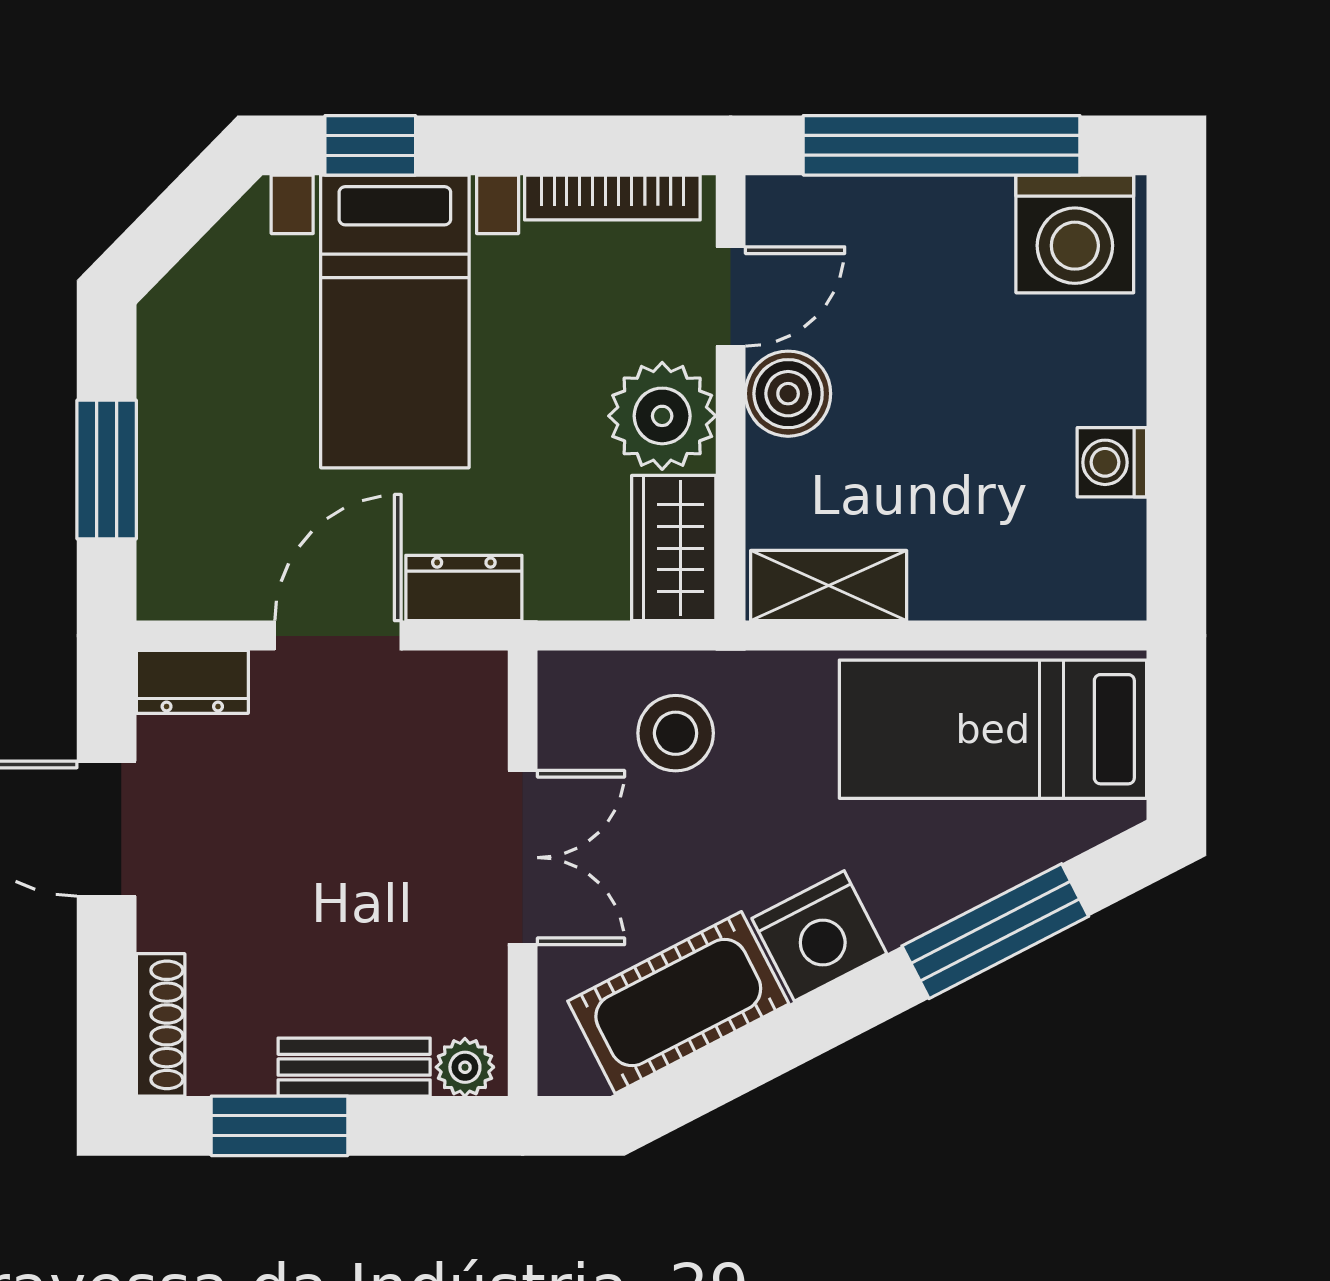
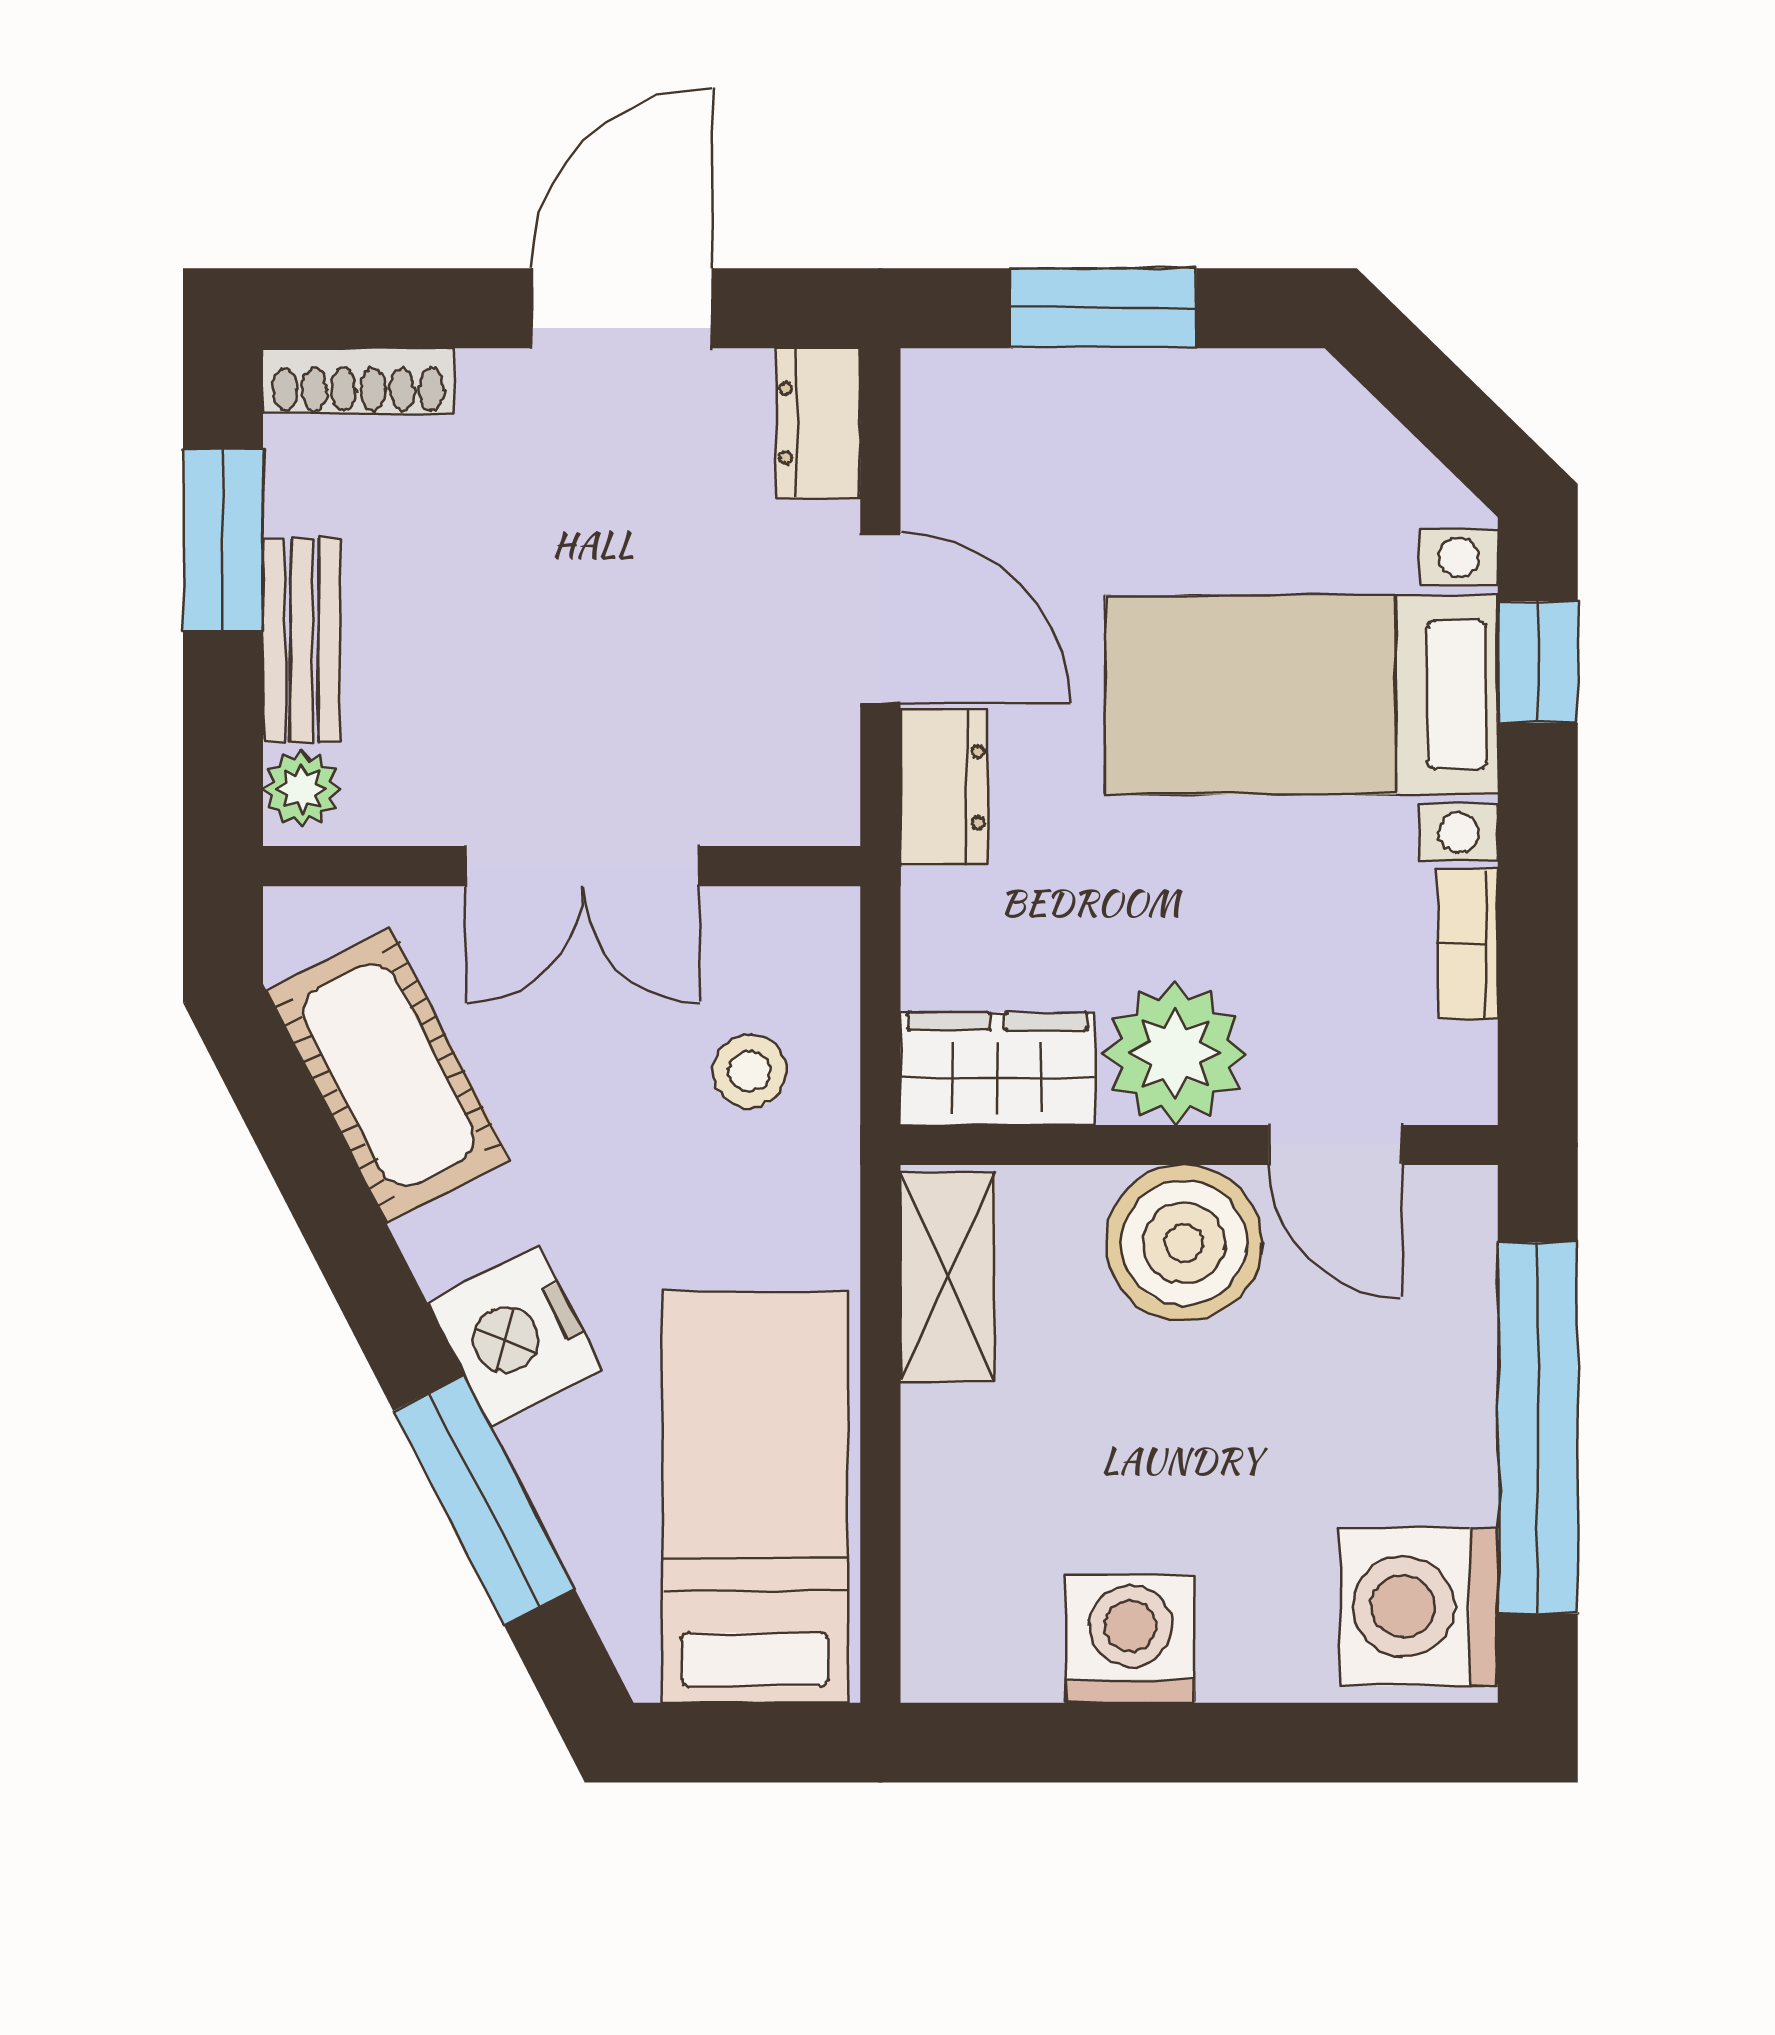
bookcase: (612, 197) -> (1468, 944), width x0.64
boiler: (788, 394) -> (1184, 1243), width x1.37, depth x1.37
washing machine: (1112, 462) -> (1130, 1639), width x1.38, depth x1.38
stool: (676, 733) -> (749, 1071), width x0.73, depth x0.73
nightstand: (819, 936) -> (515, 1336), moved

